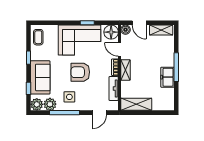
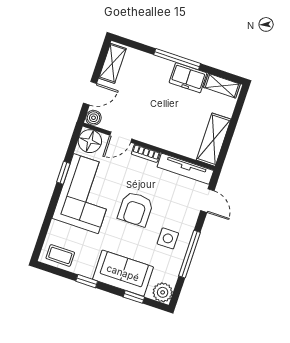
shelving: (125, 70) -> (222, 86), moved
tv unit: (114, 89) -> (185, 169), width x1.41
plant: (50, 104) -> (169, 272), removed

